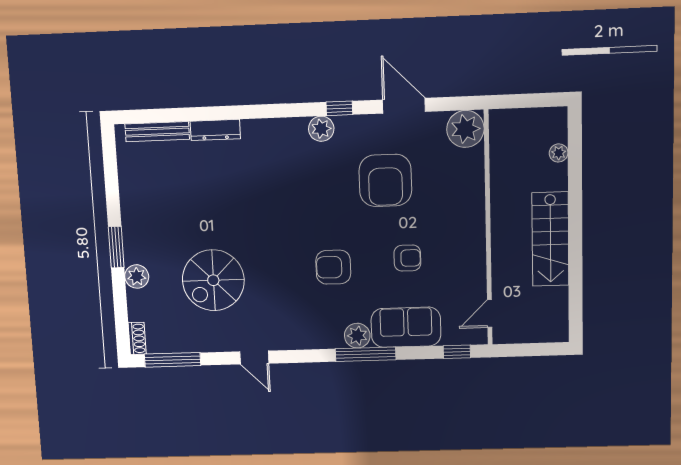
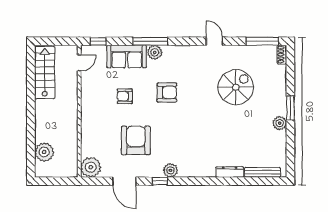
plant: (559, 153) -> (44, 152), width x1.88, depth x1.88
stairs: (550, 239) -> (45, 73), moved
plant: (137, 276) -> (280, 123), moved

